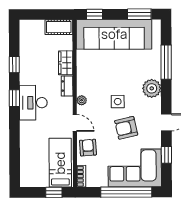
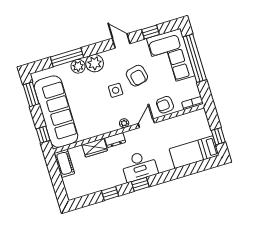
plant: (154, 71) -> (78, 66), added
bed: (60, 163) -> (194, 152), moved
window: (54, 192) -> (218, 136), moved

